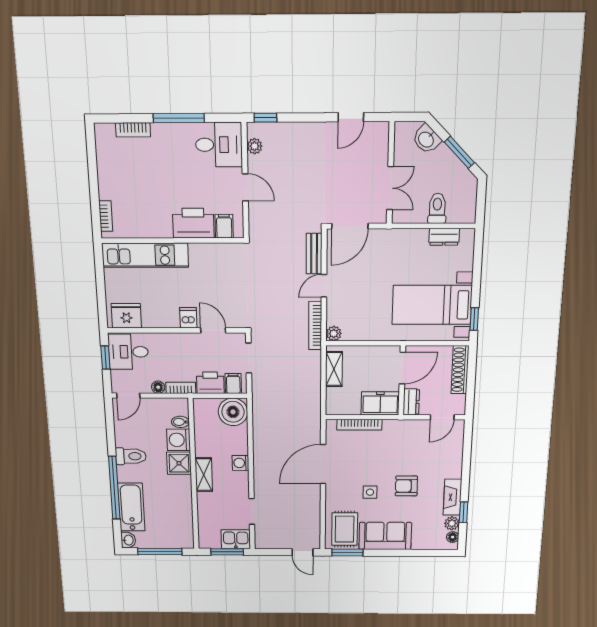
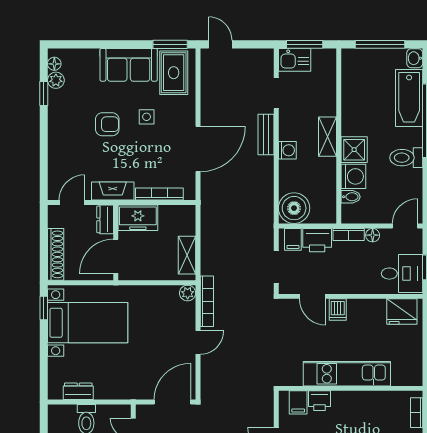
printer: (193, 223) -> (319, 401), width x0.53, depth x0.68
bench: (314, 254) -> (266, 135), moved
kitchen unit: (145, 255) -> (347, 374), moved
fireplace: (452, 497) -> (113, 191), moved, turned -90

